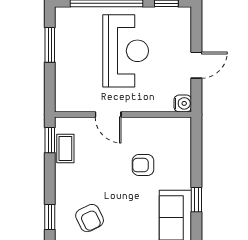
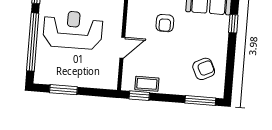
window: (50, 217) -> (200, 100), width x1.50

